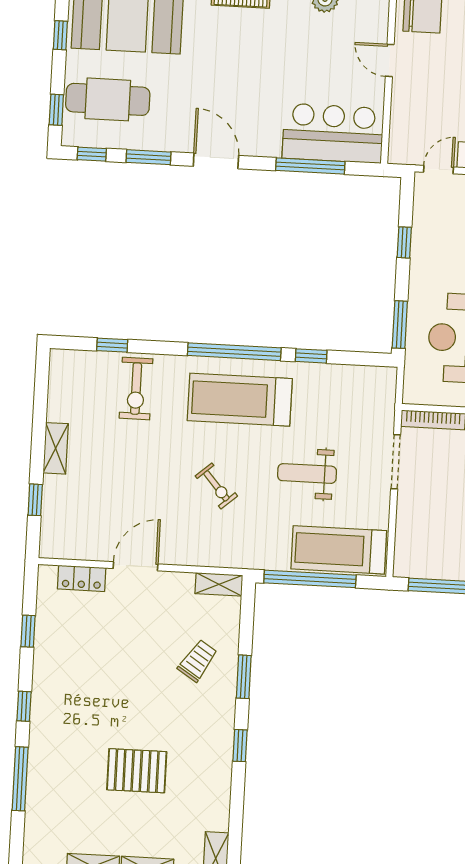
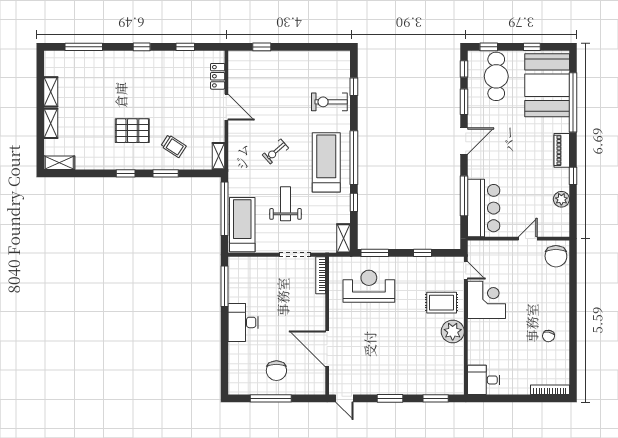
shelving: (56, 448) -> (344, 238), moved, turned 90
pallet: (137, 771) -> (132, 131), moved, turned 90
window: (20, 779) -> (84, 47), moved

